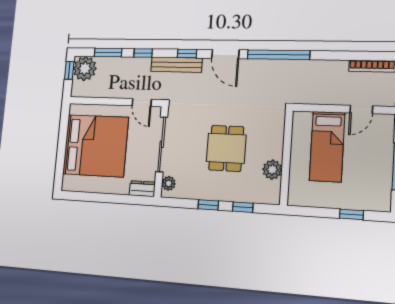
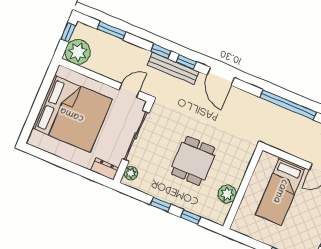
window: (143, 53) -> (161, 51), moved
window: (278, 55) -> (288, 105), moved
plant: (85, 69) -> (78, 52), moved
door: (142, 103) -> (129, 91), swing flipped

